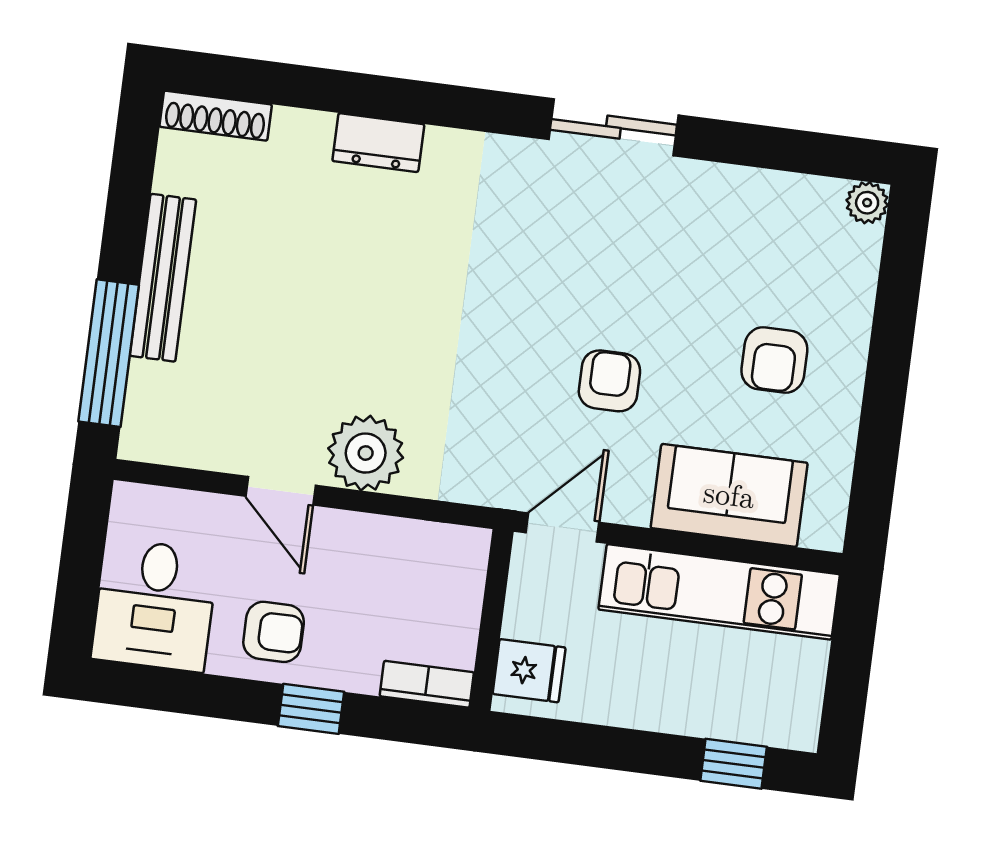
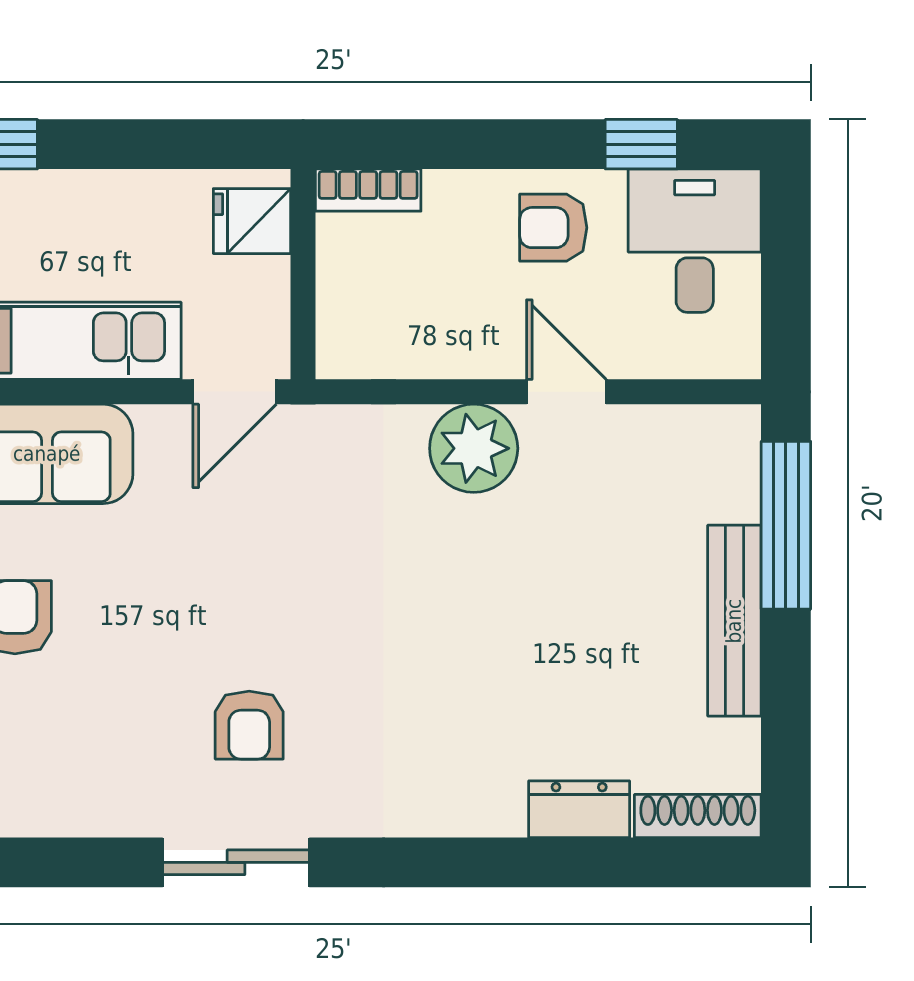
dresser: (378, 143) -> (579, 809), moved
armchair: (609, 381) -> (249, 725), moved
window: (311, 709) -> (641, 144), moved

